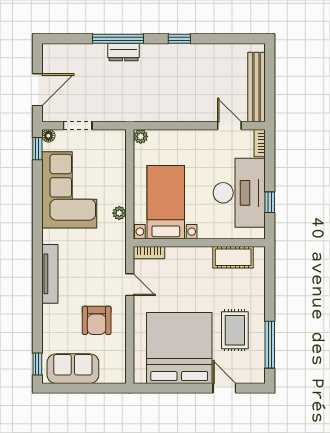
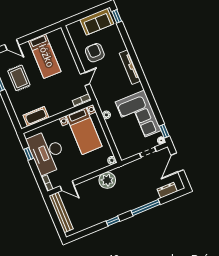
dresser: (124, 52) -> (167, 190), moved
plant: (161, 108) -> (107, 180), added
door: (130, 285) -> (85, 79), swing flipped
bed: (179, 348) -> (45, 56), width x0.49

